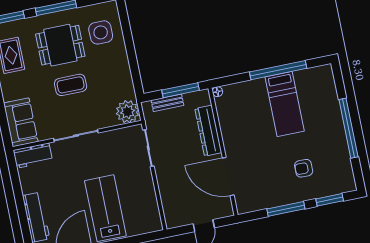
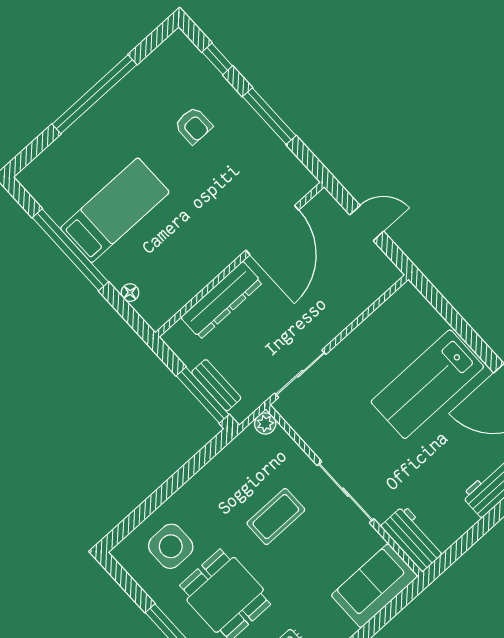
coffee table: (71, 85) -> (276, 517), moved, turned 90
window: (180, 90) -> (203, 395), moved
floor lamp: (217, 92) -> (130, 293), moved
plant: (128, 112) -> (265, 423), width x0.53, depth x0.53
window: (330, 200) -> (217, 59), width x0.67

